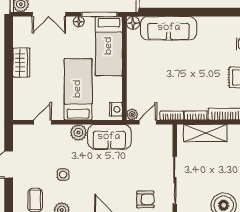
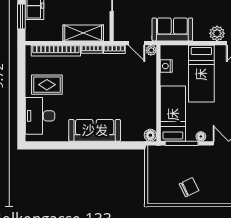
sofa: (169, 28) -> (95, 130), moved
nightstand: (116, 109) -> (166, 66), moved
door: (148, 122) -> (137, 43), hinge flipped
plant: (78, 133) -> (217, 33), moved

